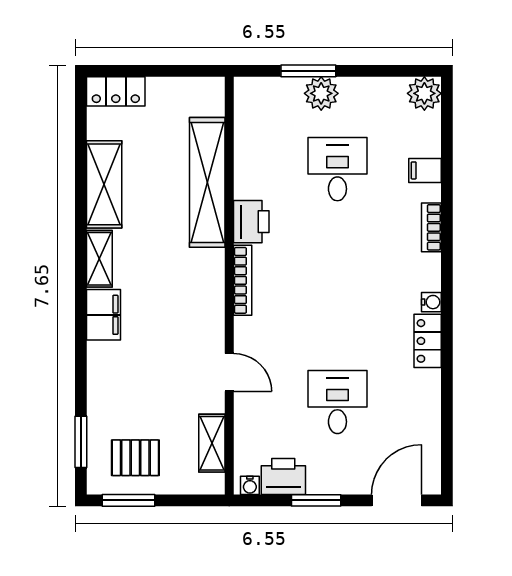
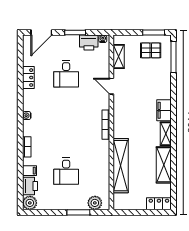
plant: (321, 93) -> (95, 203), moved
printer: (251, 222) -> (30, 186), moved, turned 180
locker: (428, 341) -> (28, 78), moved
window: (81, 442) -> (174, 57), width x1.44

